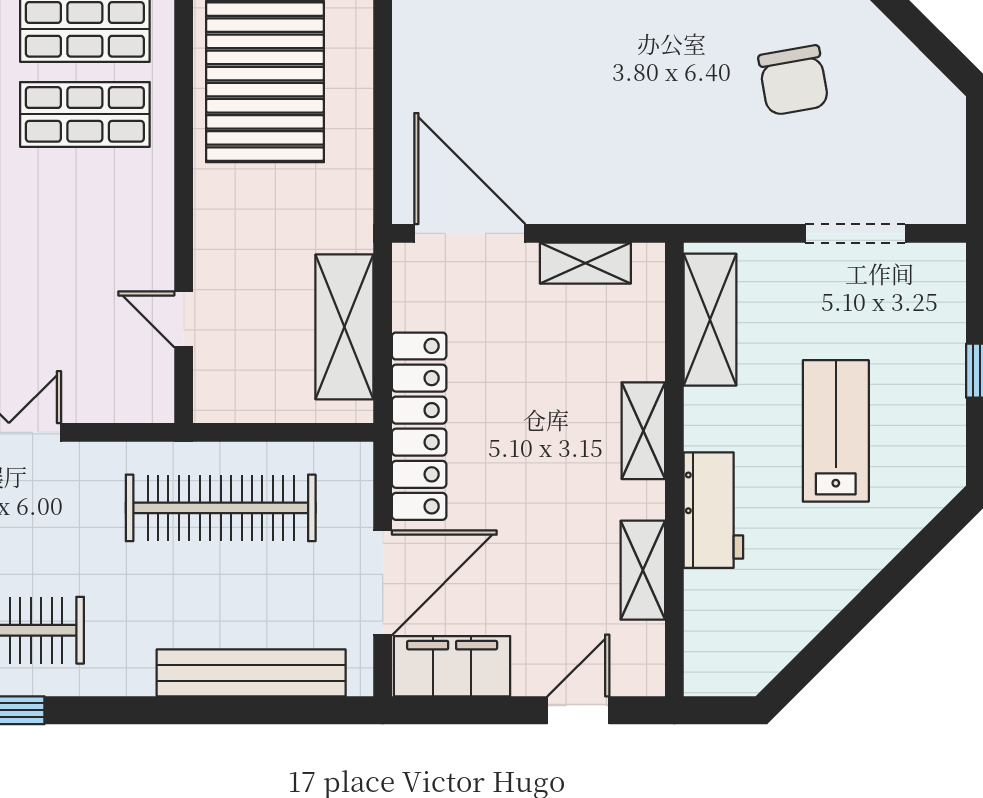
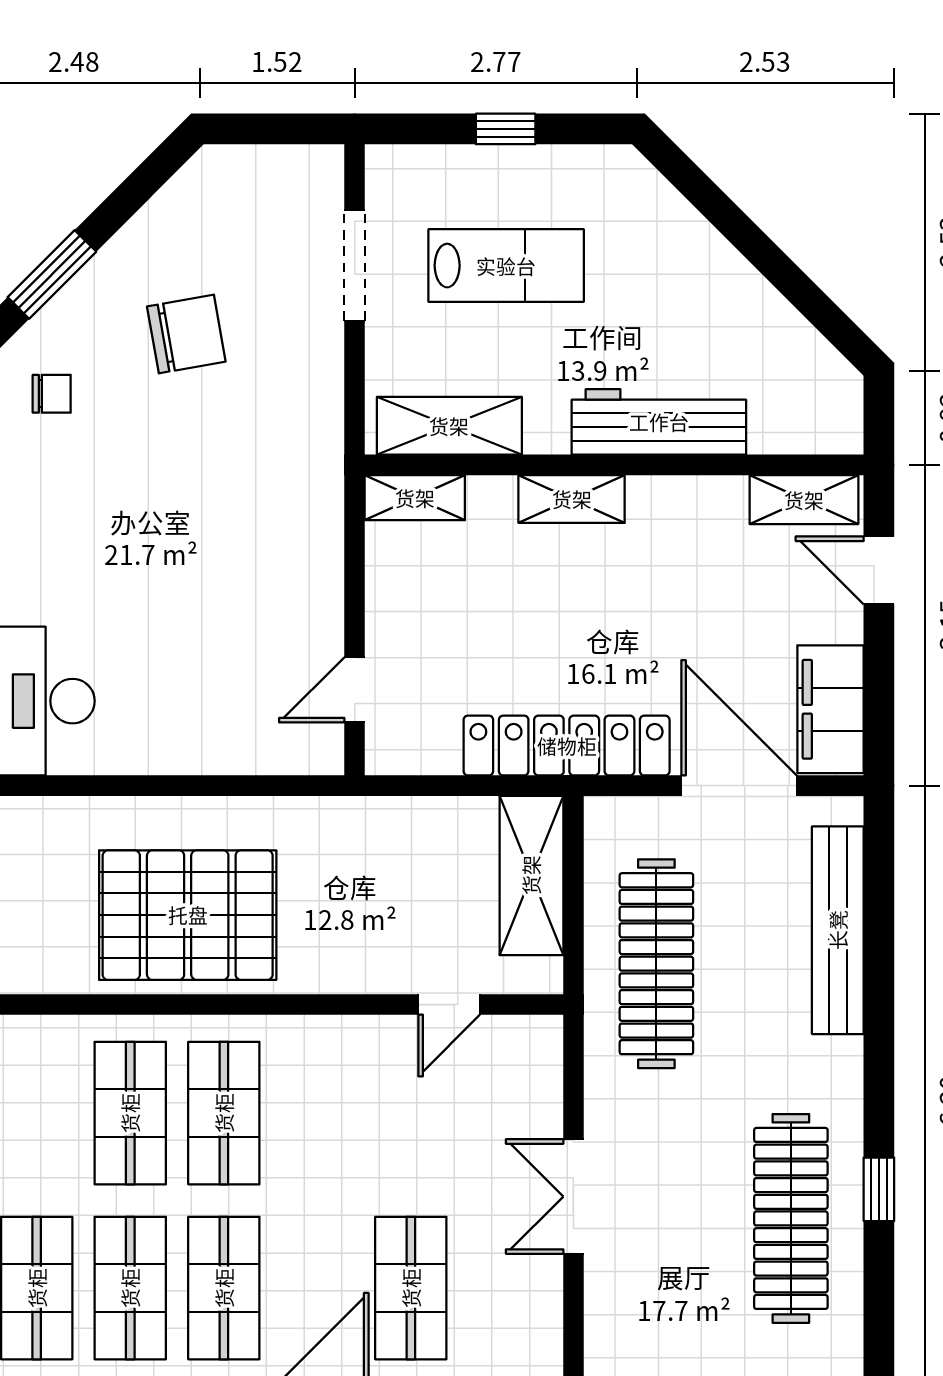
door: (470, 233) -> (355, 690), width x0.53
shelving: (585, 263) -> (415, 498), moved, turned 90
shelving: (344, 327) -> (531, 875), moved, turned 90
lab bench: (836, 431) -> (506, 266), moved, turned 180
workbench: (713, 510) -> (659, 422), width x1.38
shelving: (643, 570) -> (804, 500), moved

